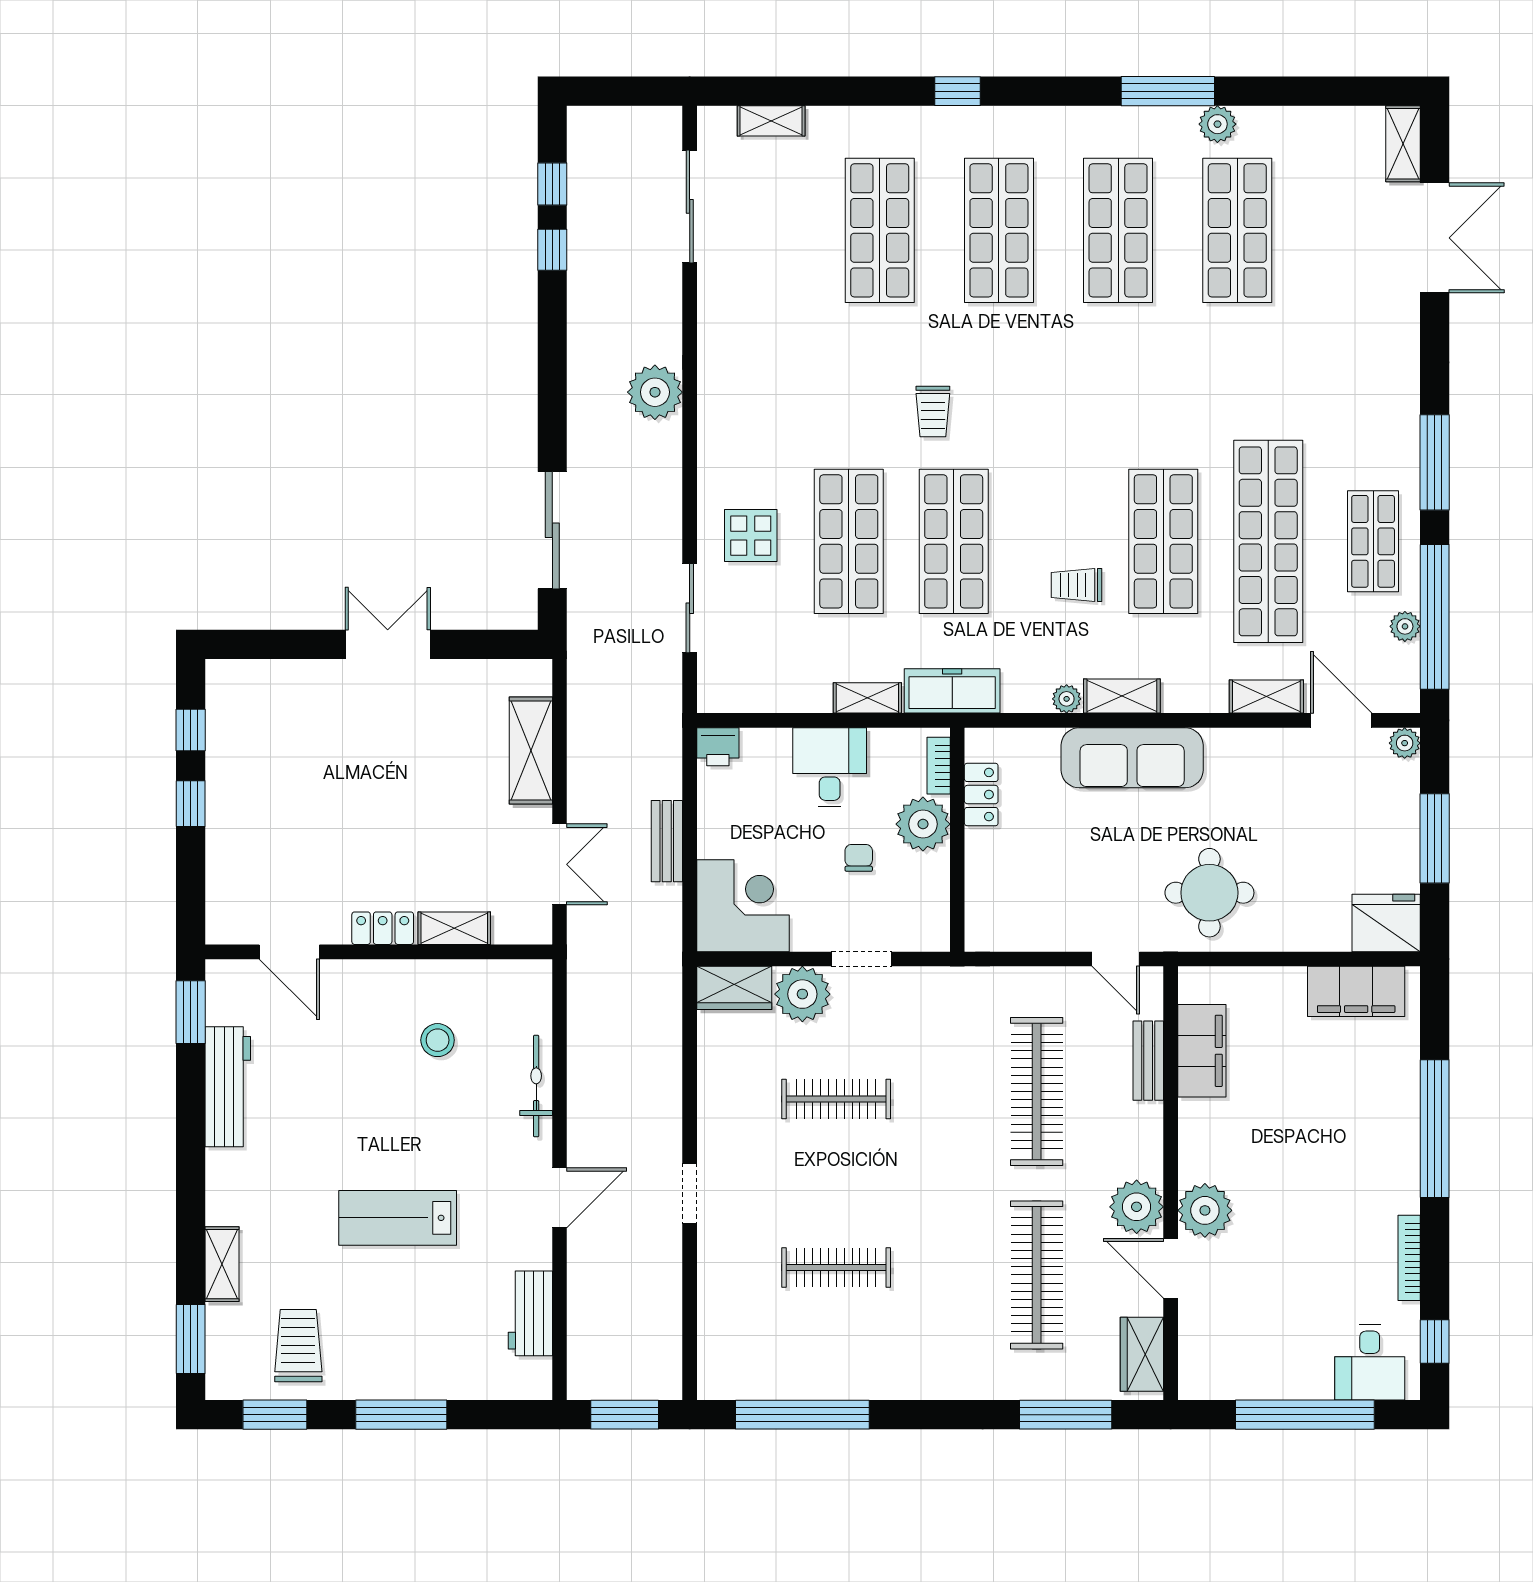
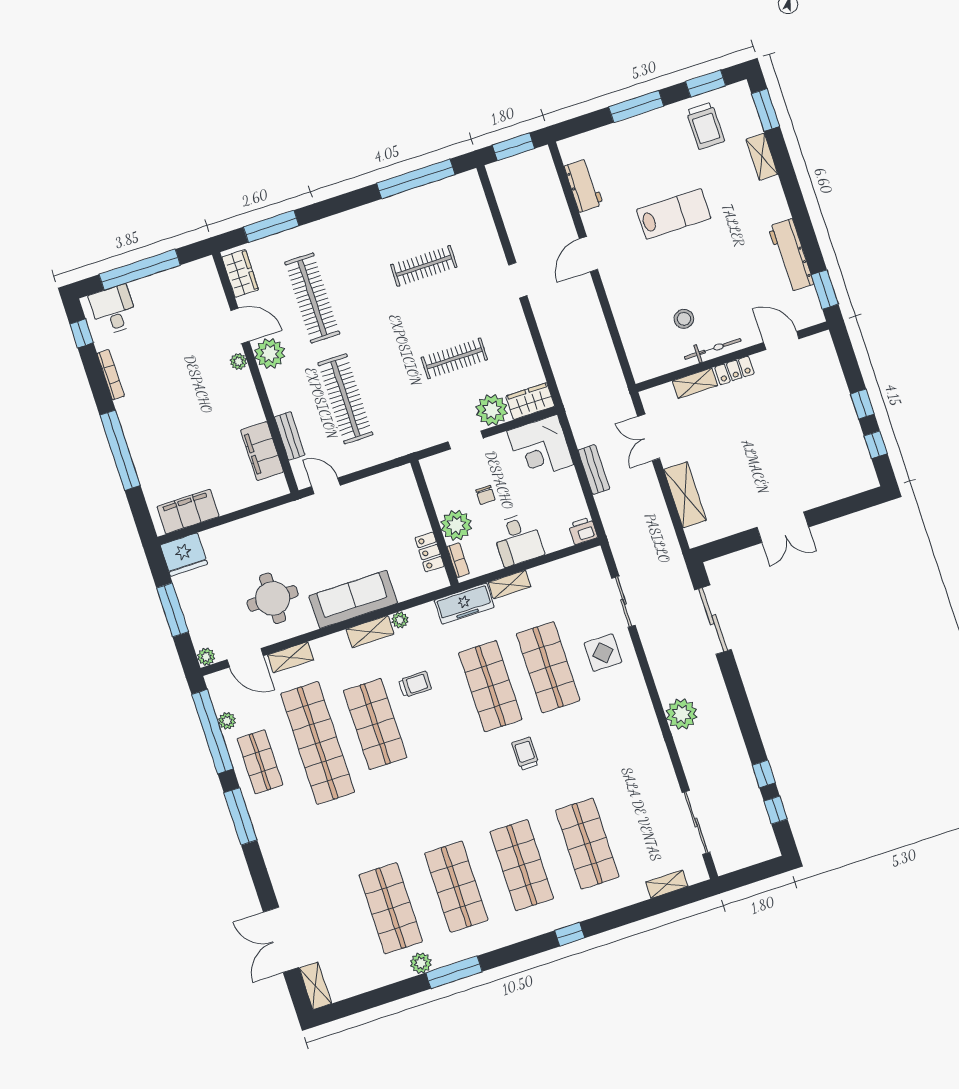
round table: (1209, 893) -> (273, 598), moved
bicycle: (536, 1086) -> (713, 349), moved, turned -90
plant: (1205, 1210) -> (238, 362), width x0.53, depth x0.53

